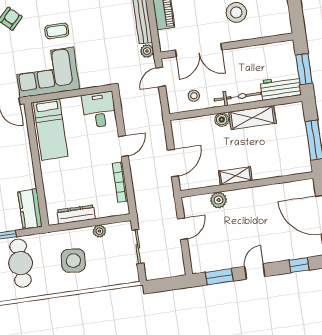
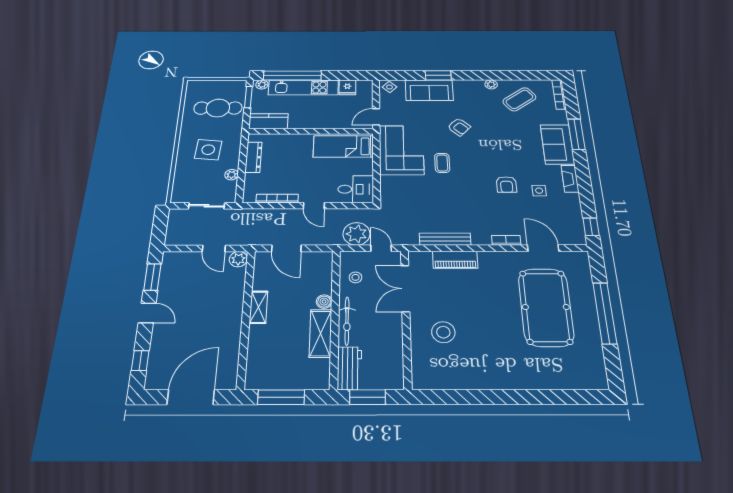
plant: (147, 51) -> (356, 234), moved, width x1.88, depth x1.88
plant: (219, 200) -> (238, 259), moved

